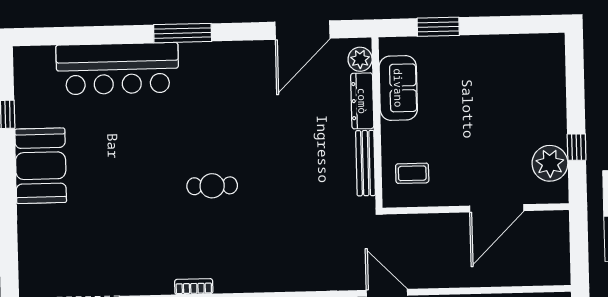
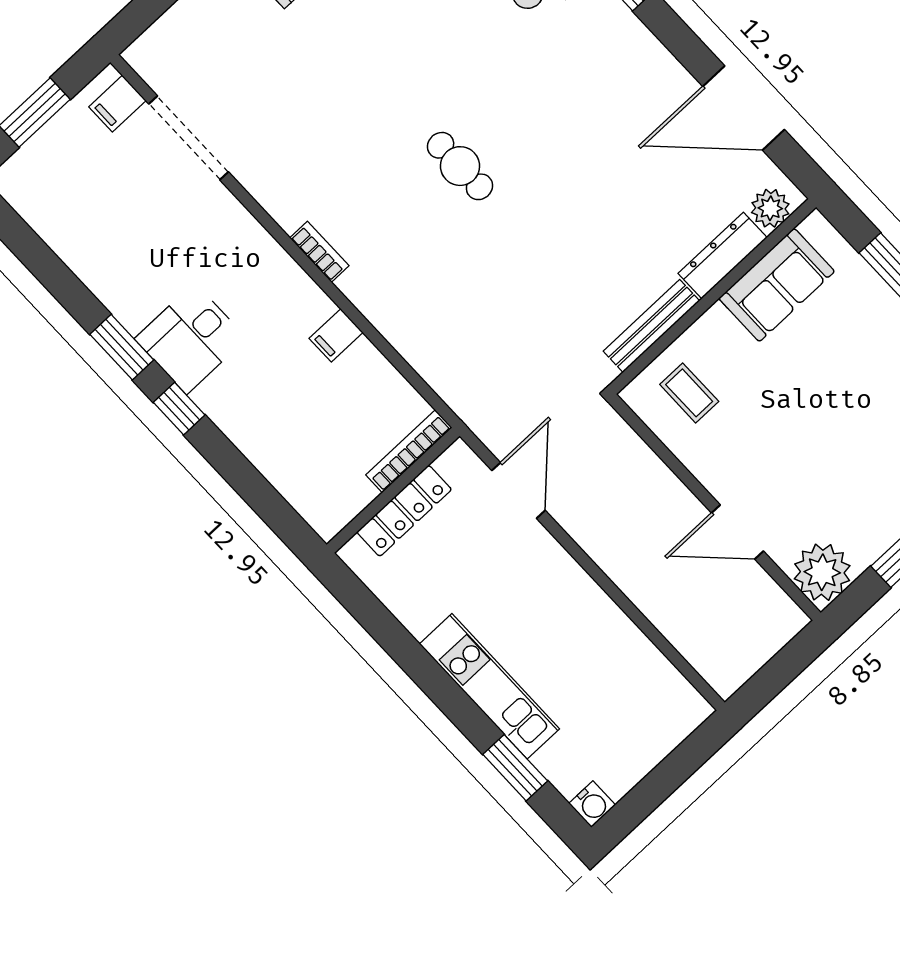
plant: (550, 163) -> (822, 572), moved
door: (497, 208) -> (737, 532), width x0.73

